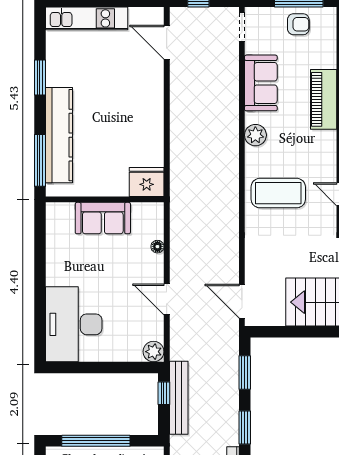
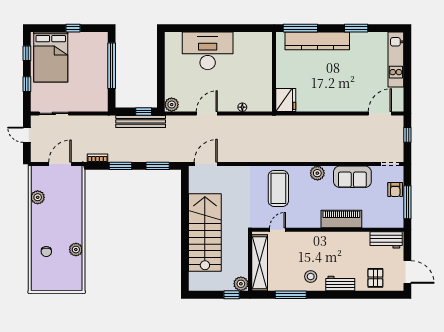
armchair: (298, 24) -> (395, 189), moved
sofa: (103, 218) -> (261, 70), removed
desk: (74, 324) -> (208, 51), moved

